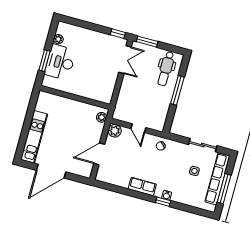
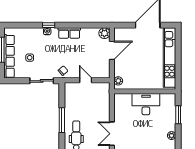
desk: (60, 62) -> (146, 104), moved, turned -90
plant: (115, 131) -> (104, 33), moved
kitchen unit: (34, 137) -> (169, 58), width x1.36
sliding door: (203, 145) -> (42, 81), moved

